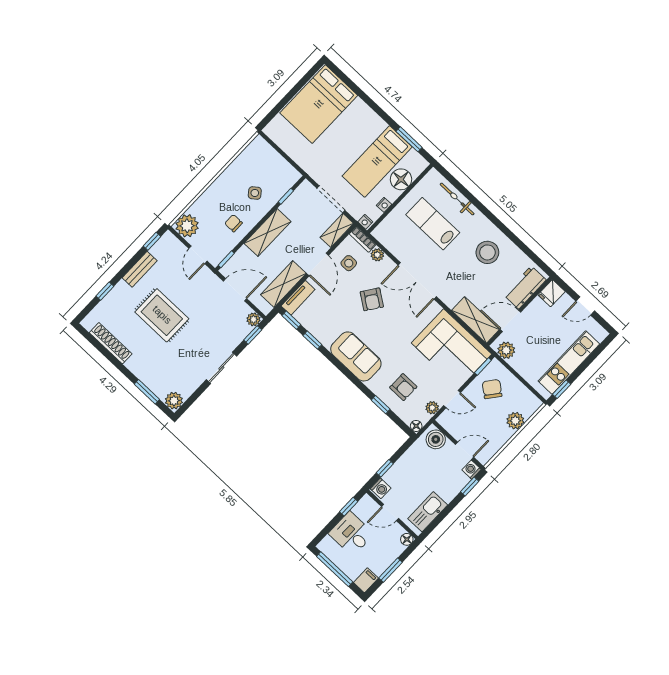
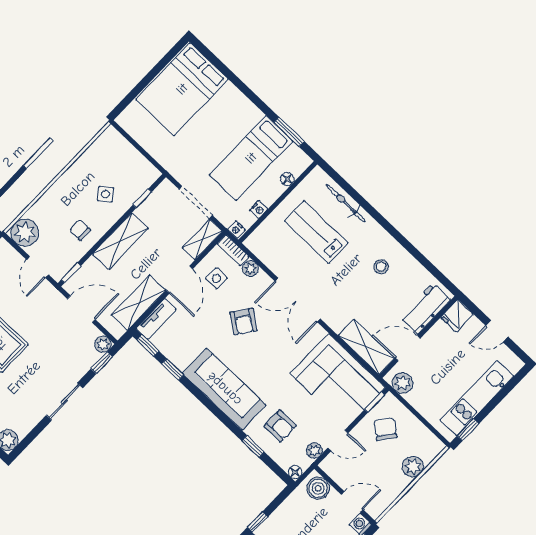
floor lamp: (401, 179) -> (287, 179), width x0.53, depth x0.53
stool: (487, 252) -> (381, 267), width x0.53, depth x0.53
sofa: (356, 356) -> (224, 389), width x1.36

